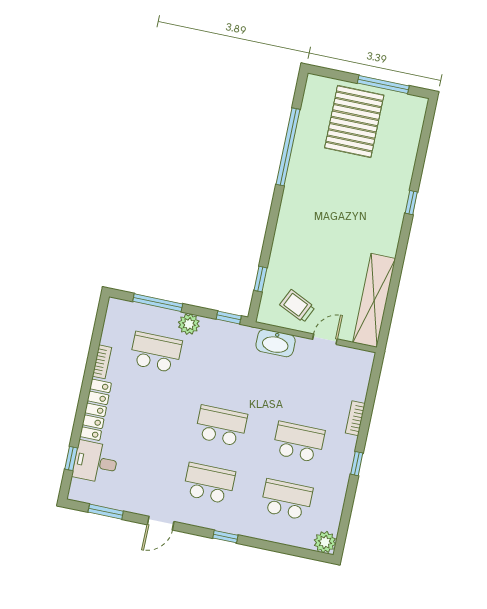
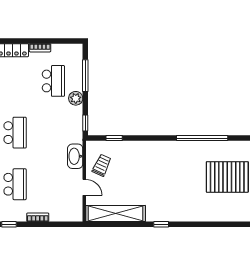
window: (411, 203) -> (161, 224), moved

